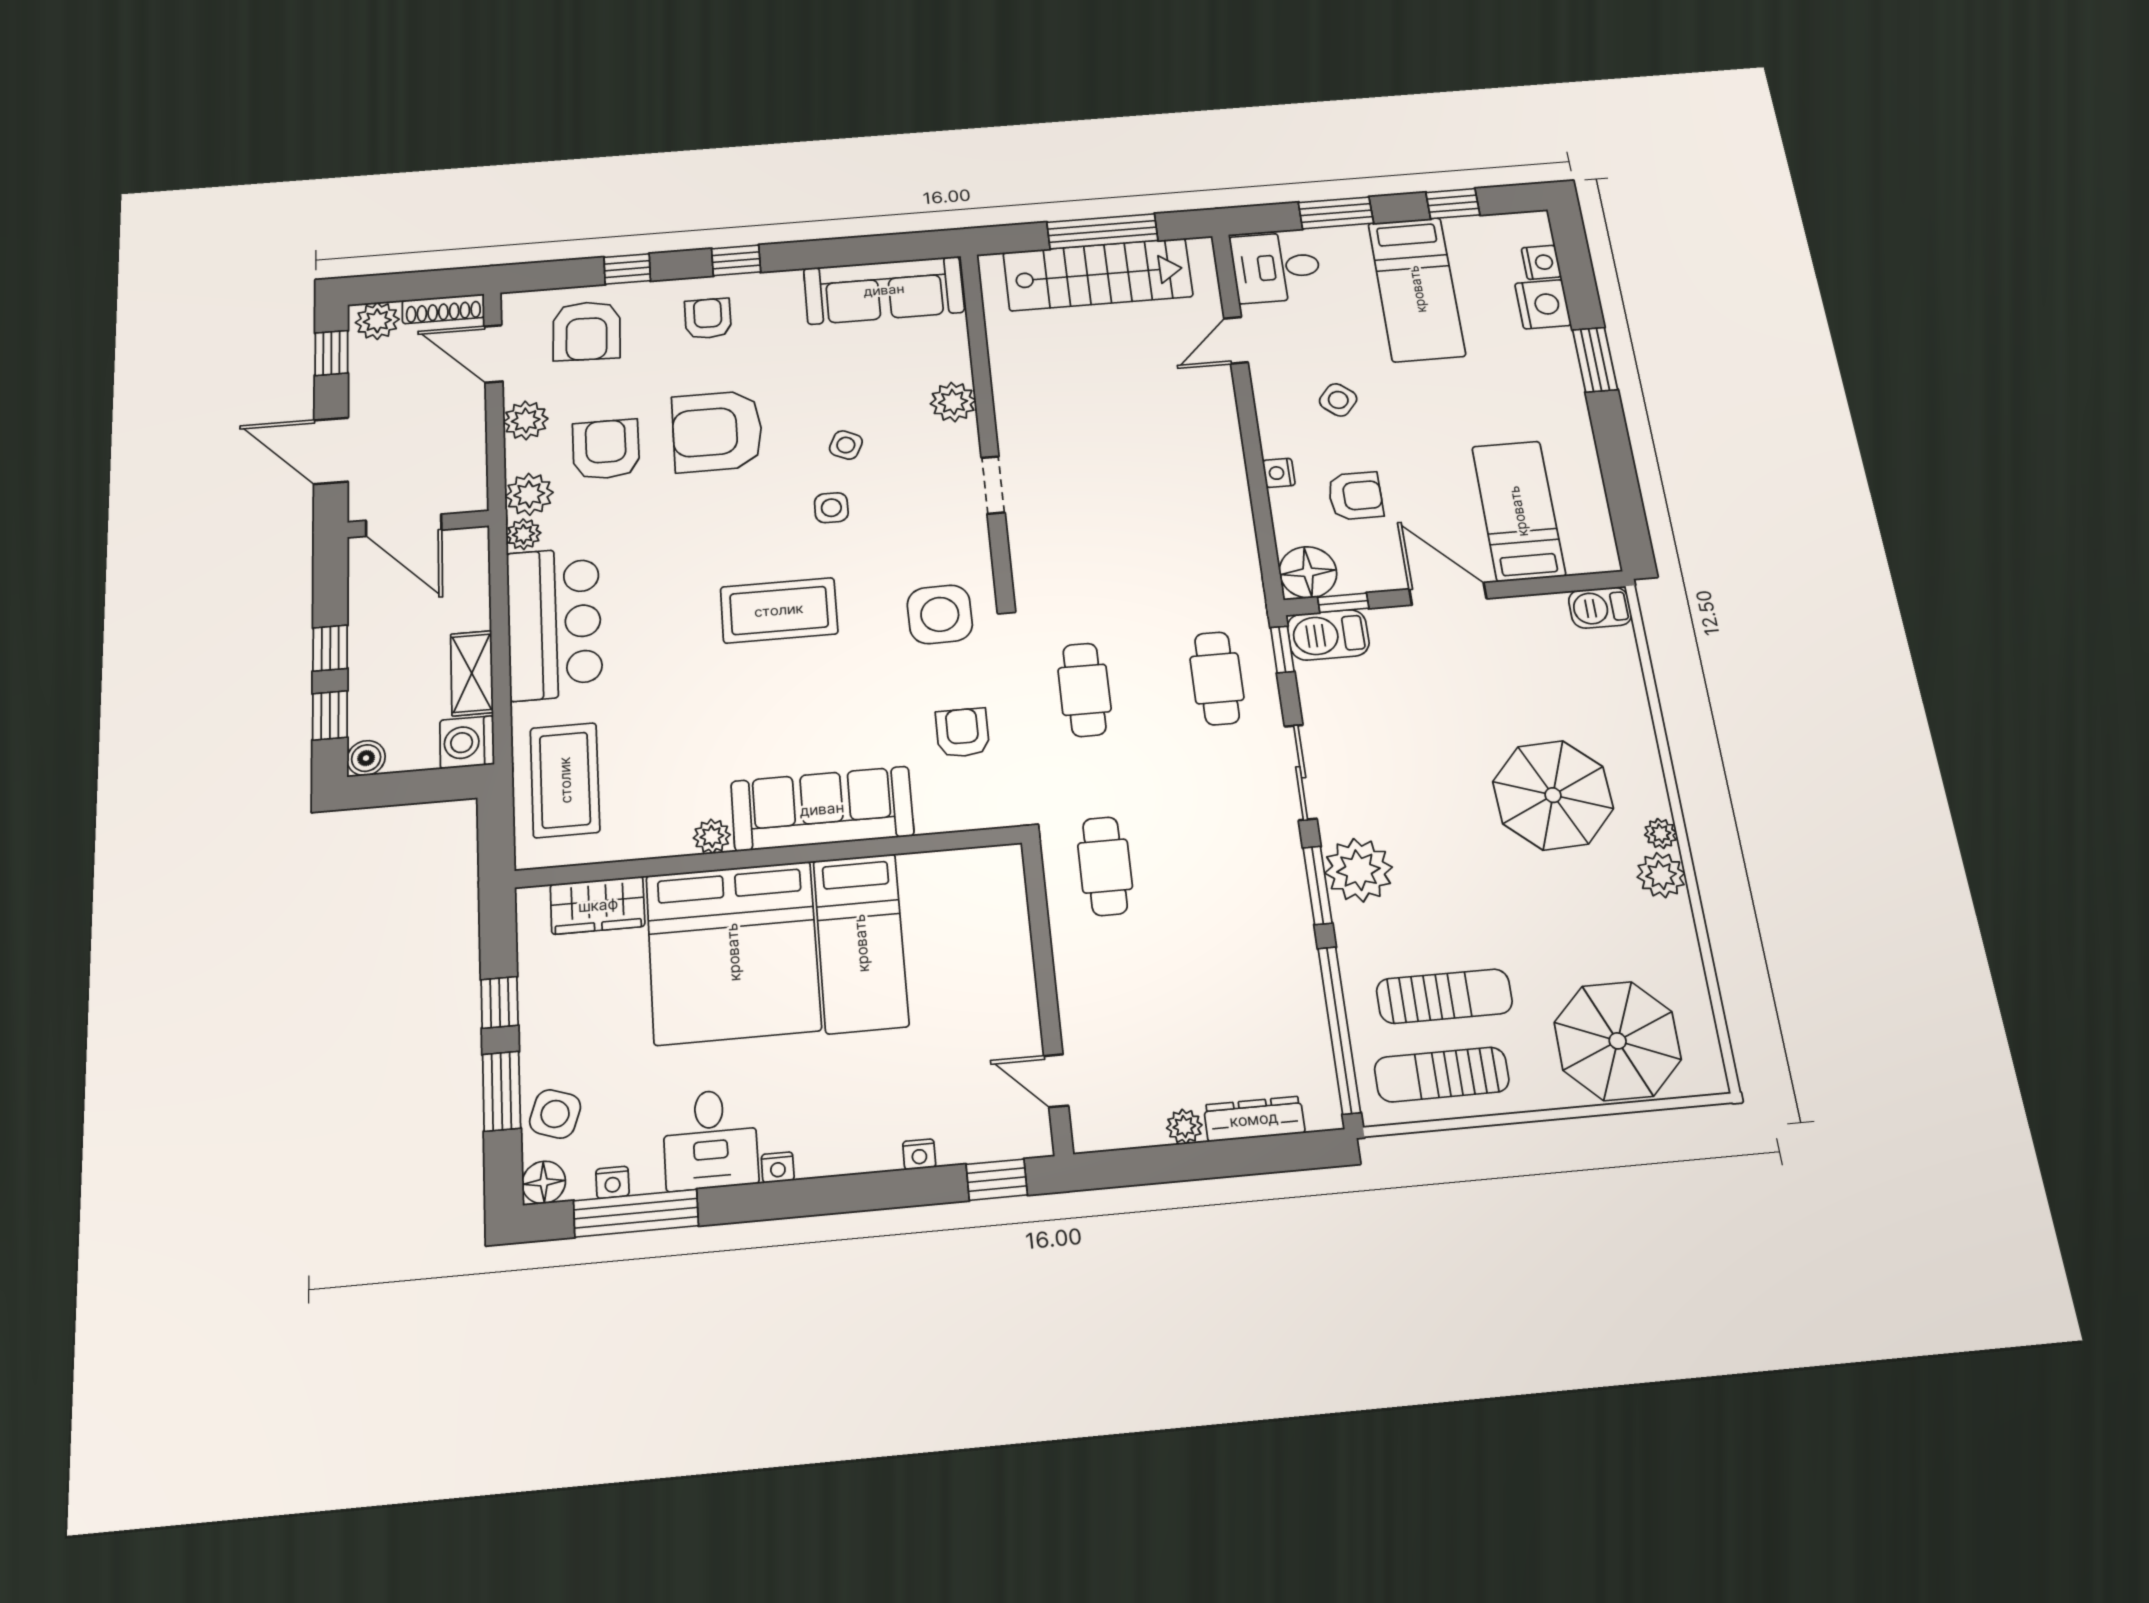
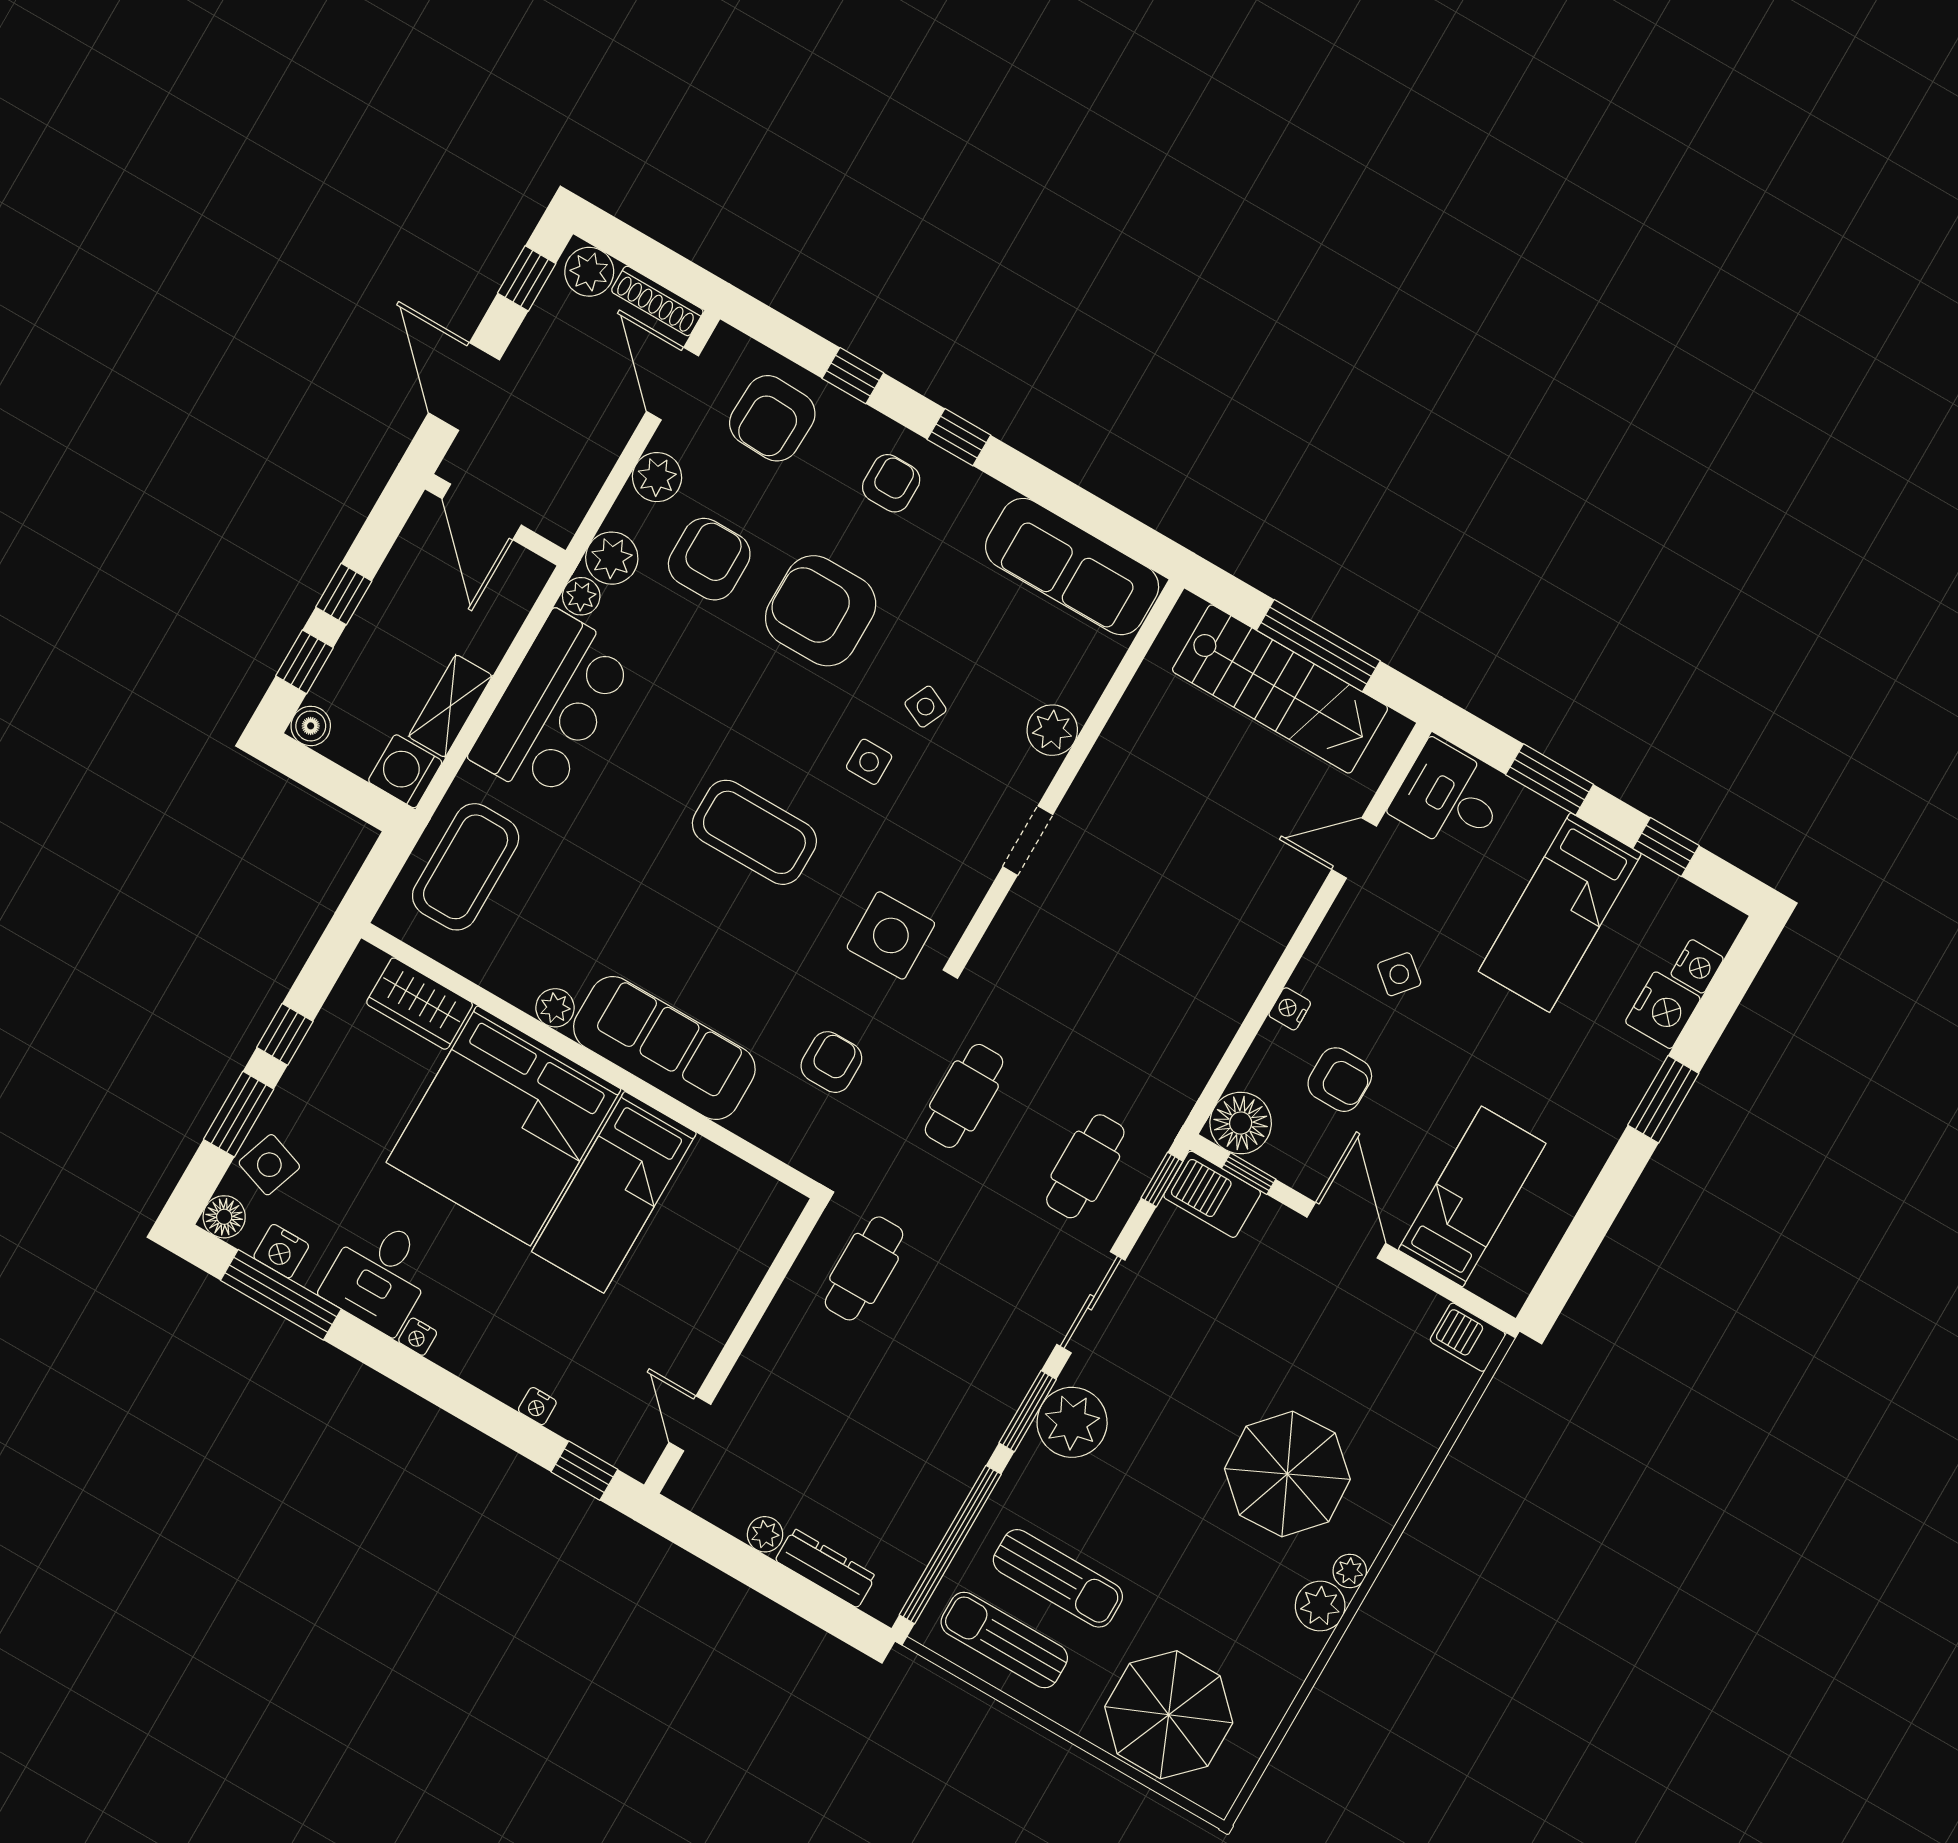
nightstand: (612, 1182) -> (281, 1251), width x1.39, depth x1.35

